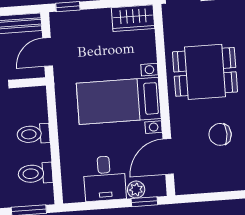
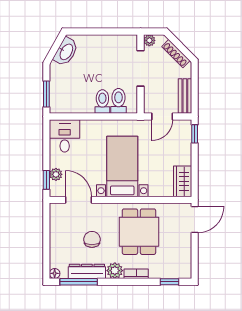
door: (48, 52) -> (162, 116), swing flipped
toilet: (35, 173) -> (118, 101), moved
desk: (105, 178) -> (65, 136), moved, turned 90

